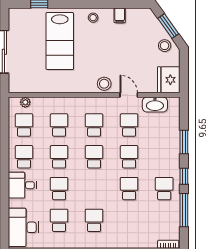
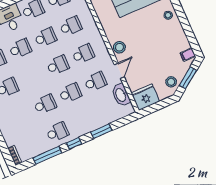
filing cabinet: (120, 15) -> (188, 55), moved

